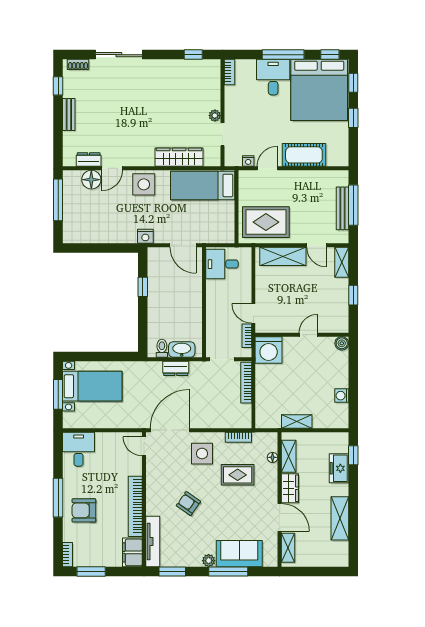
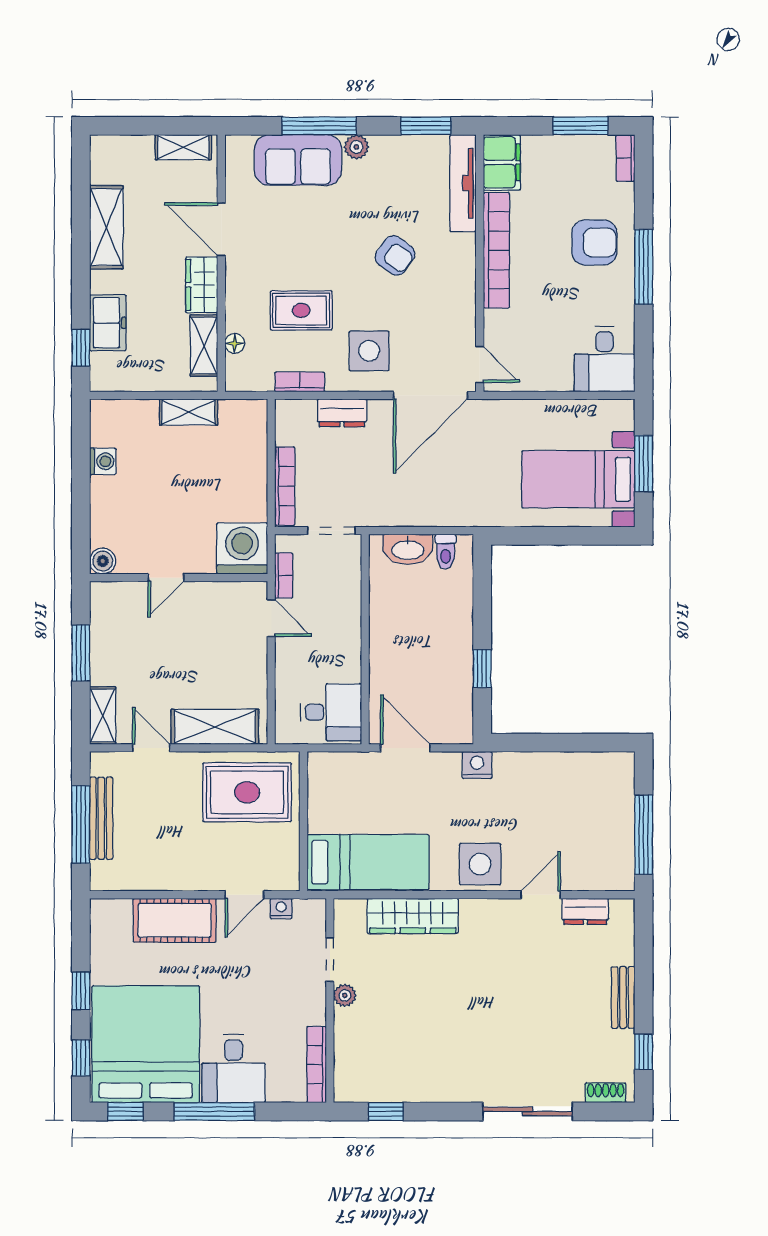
bookcase: (230, 72) -> (317, 1065), width x1.56
floor lamp: (91, 180) -> (580, 873), removed
window: (353, 295) -> (81, 653), width x1.50
dresser: (176, 368) -> (342, 413), moved, turned 180
shelving: (288, 548) -> (183, 147), moved, turned 90

